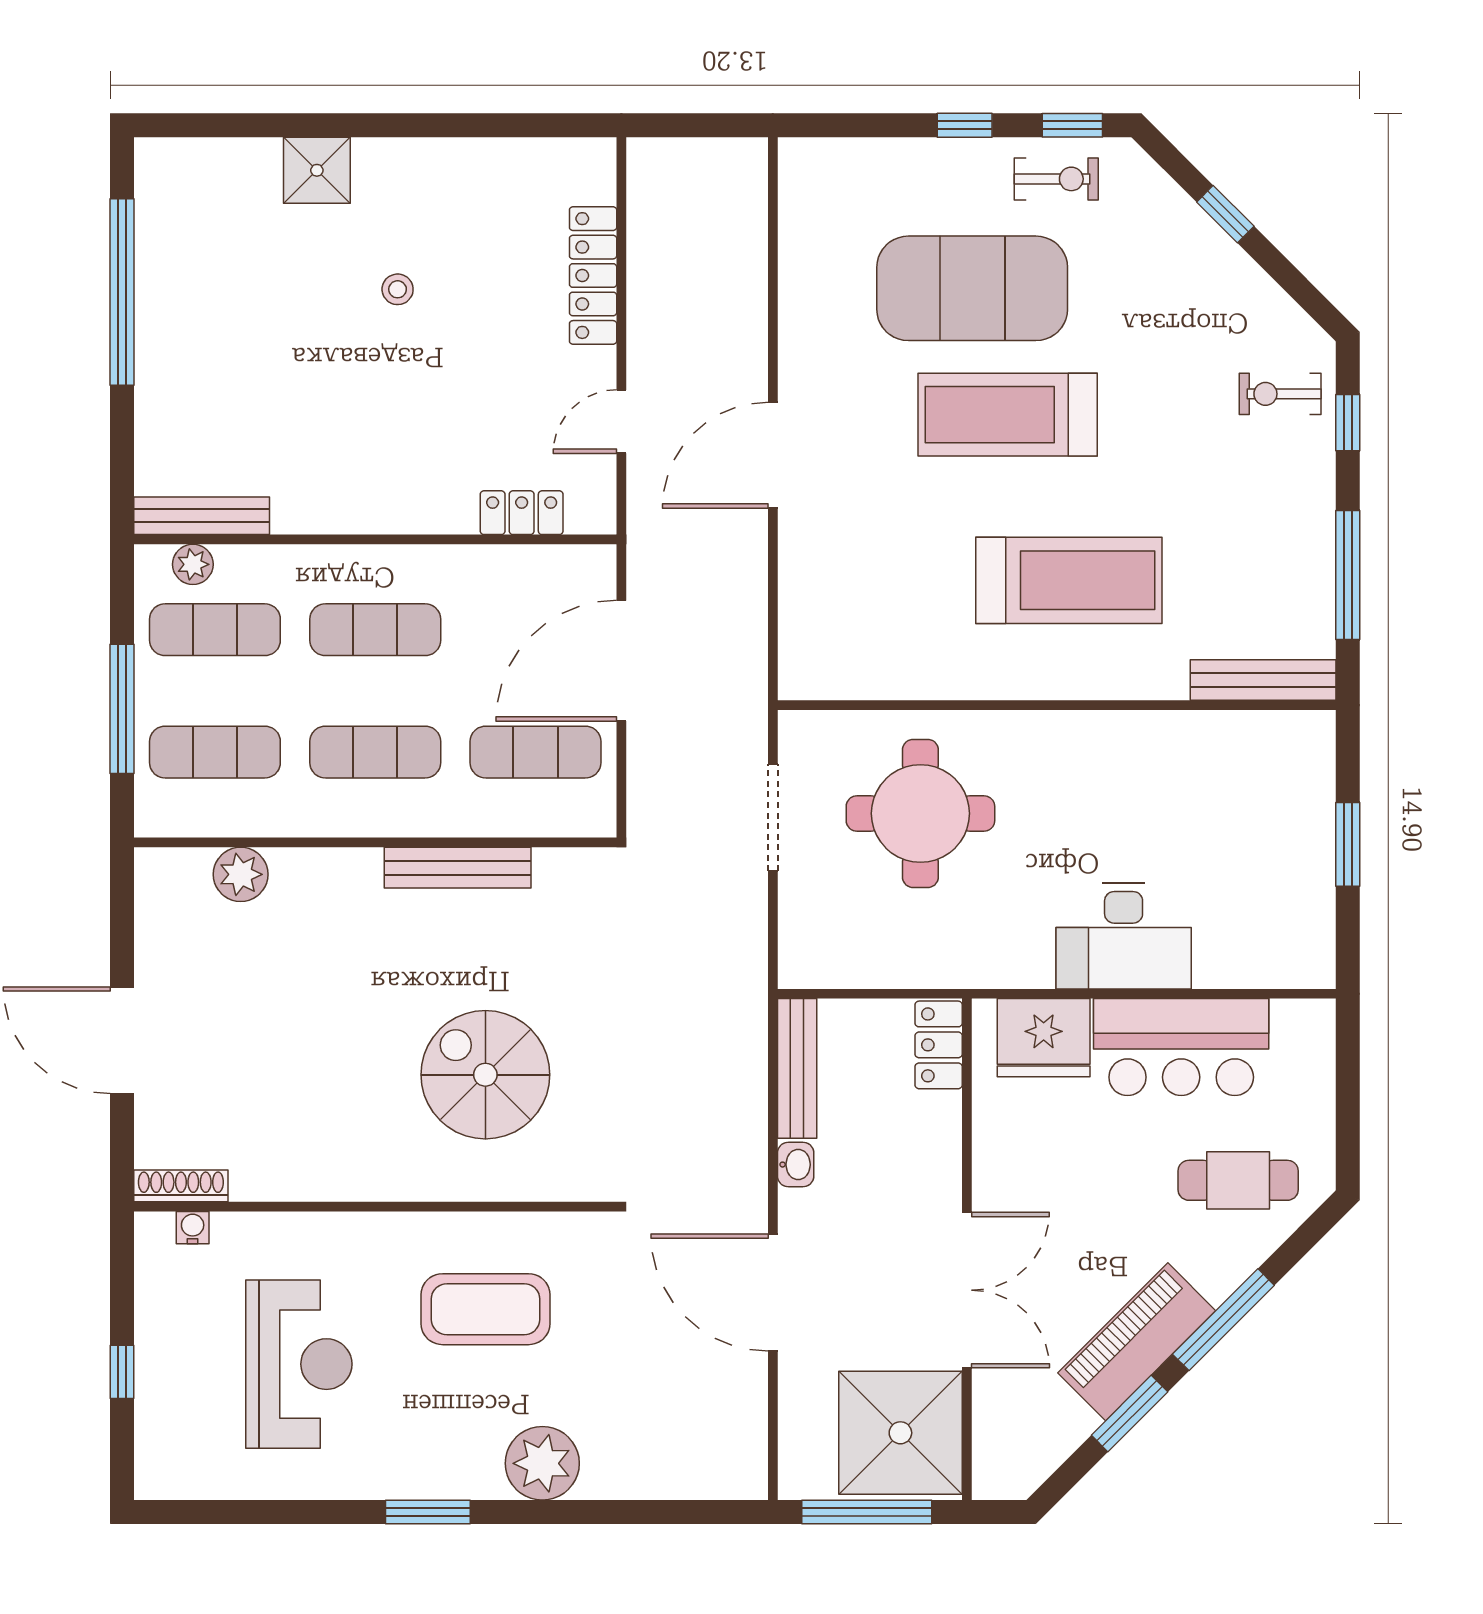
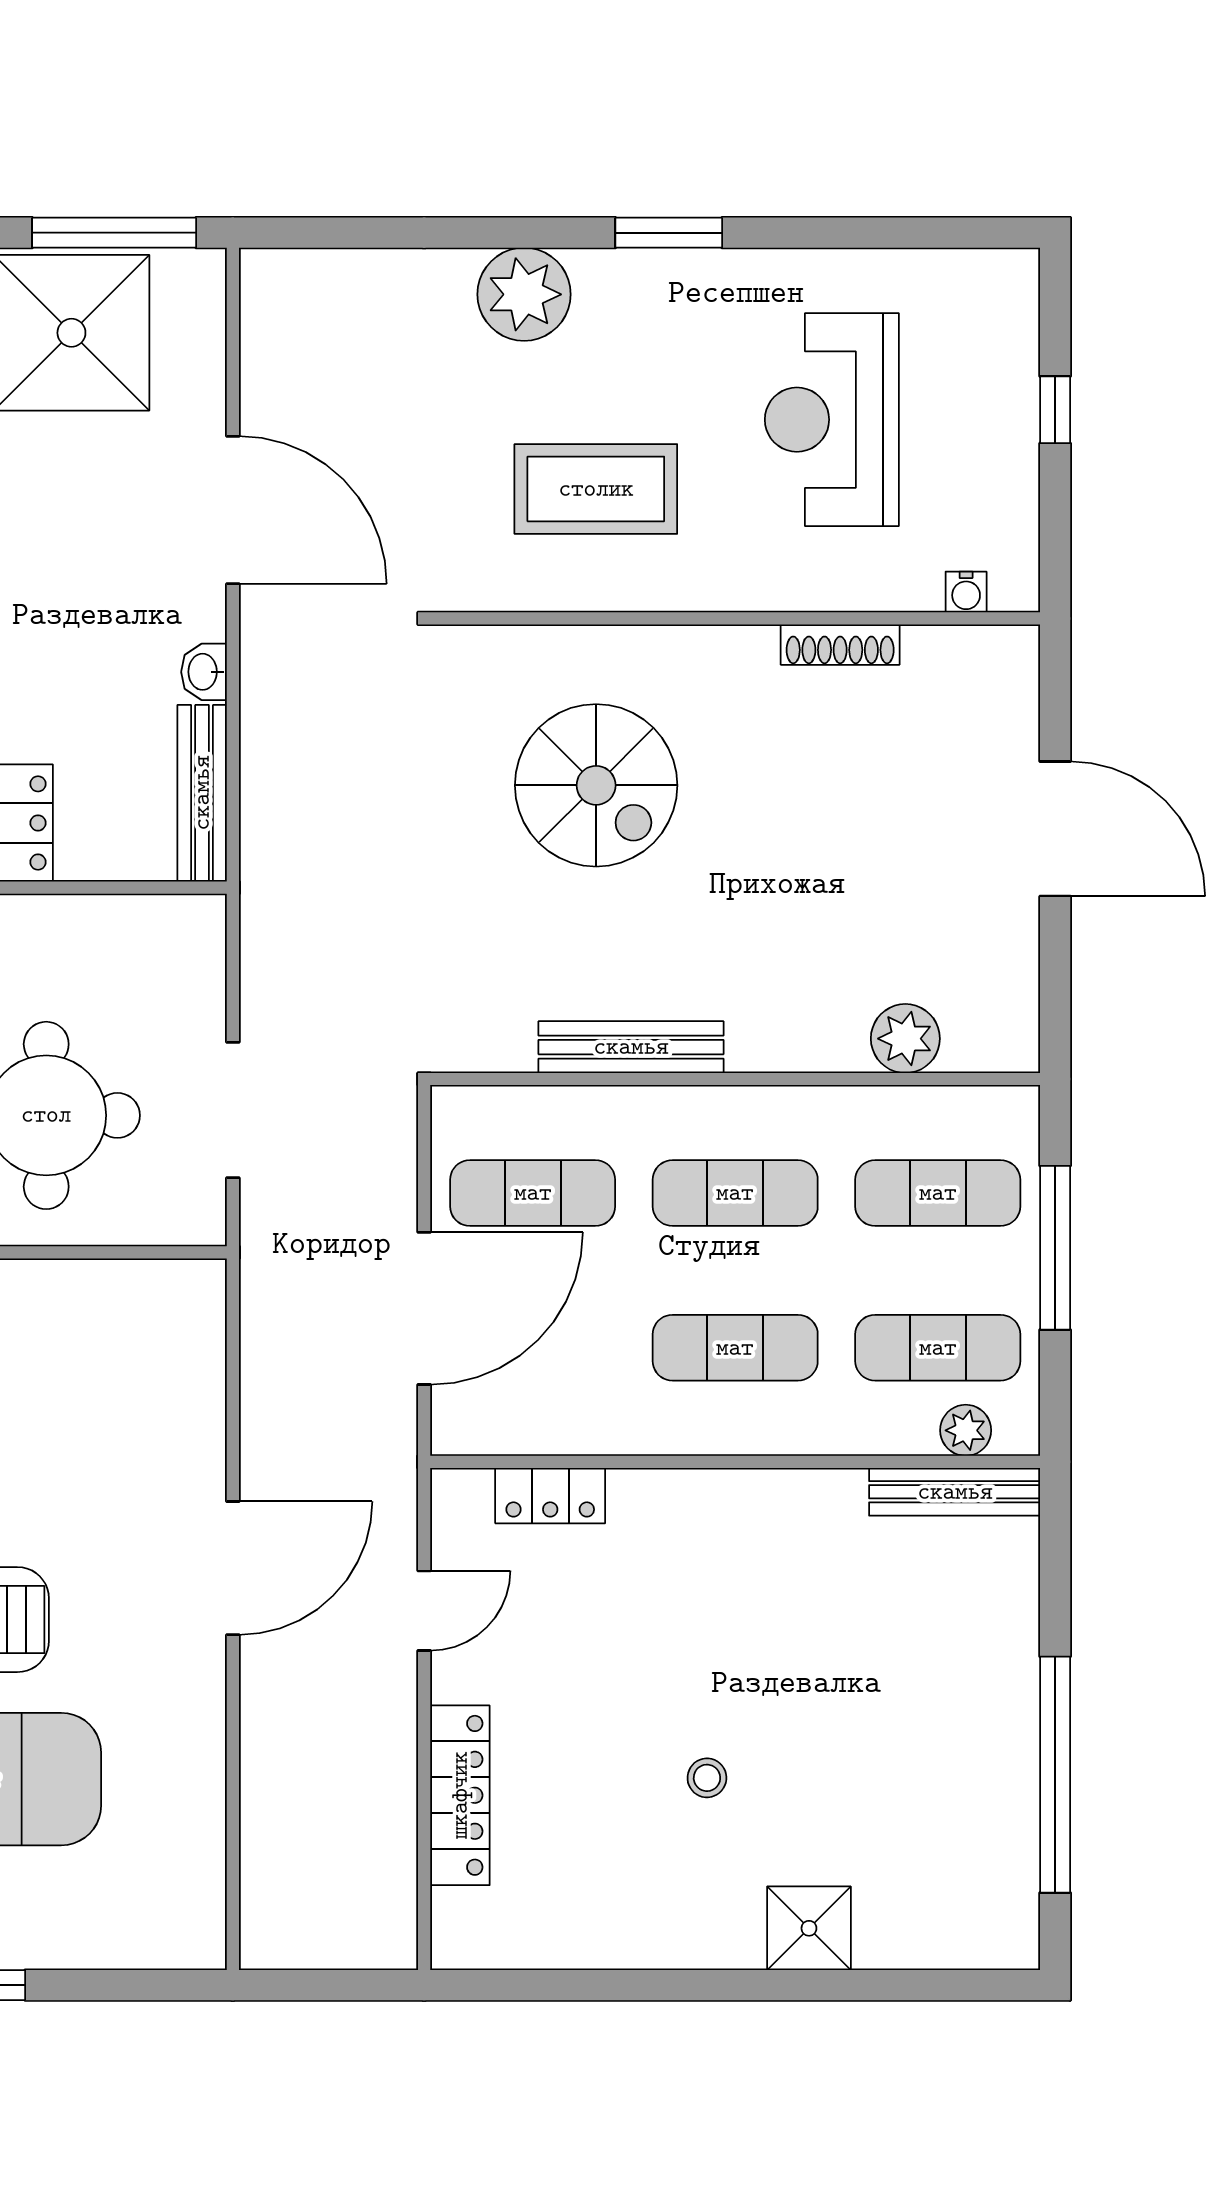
shoe rack: (181, 1186) -> (840, 645), moved

